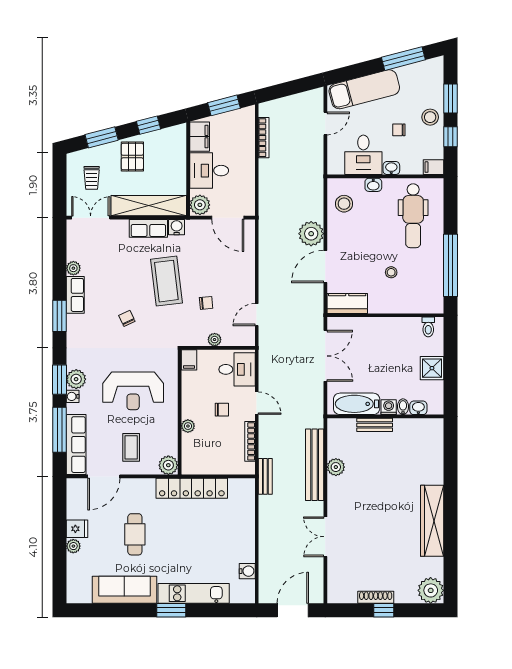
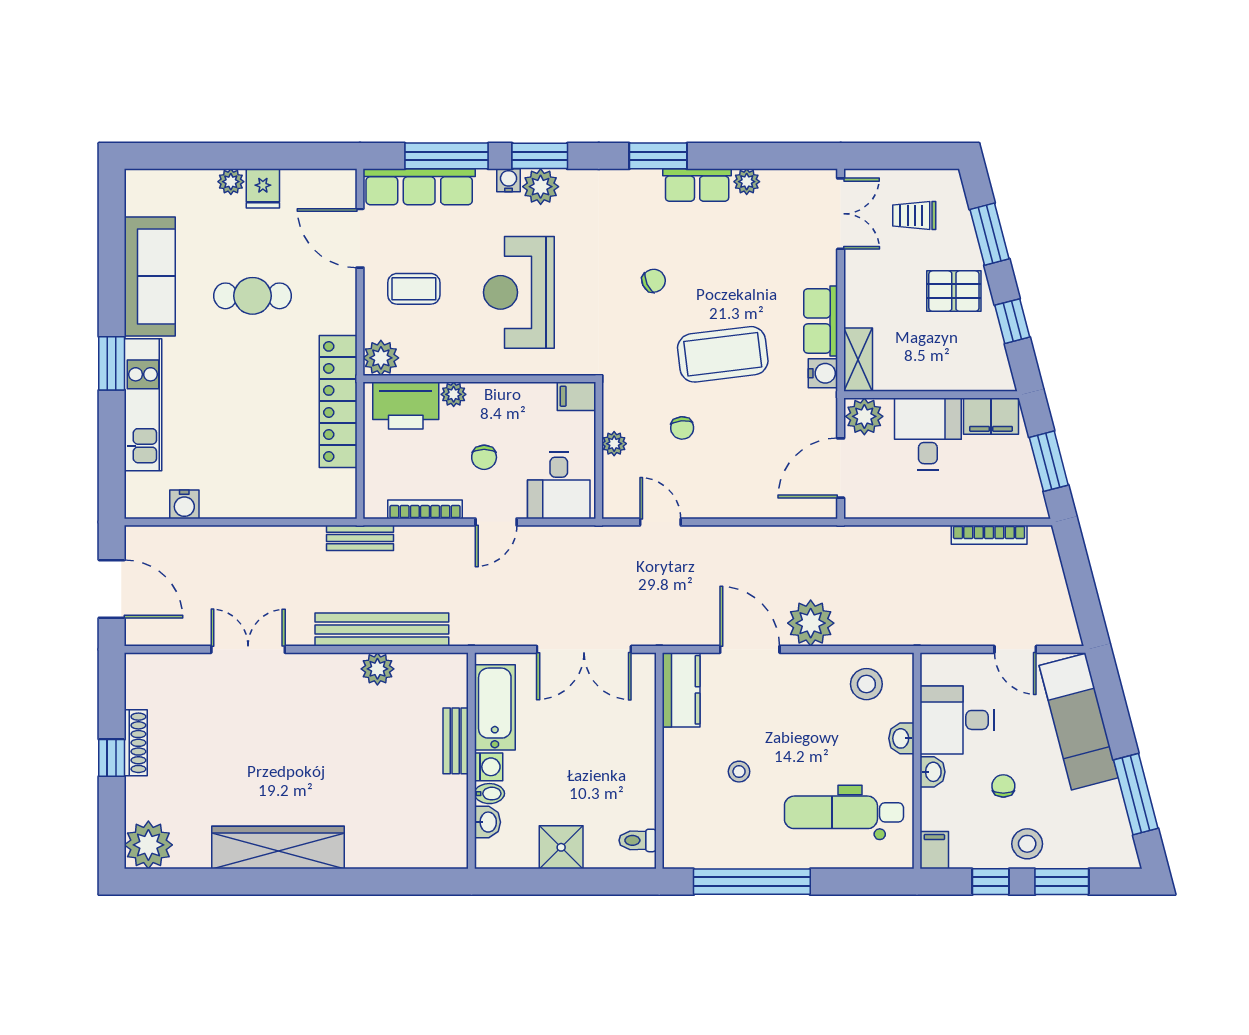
shelving: (149, 206) -> (858, 360), width x0.45, depth x0.75
printer: (194, 452) -> (406, 406), added

